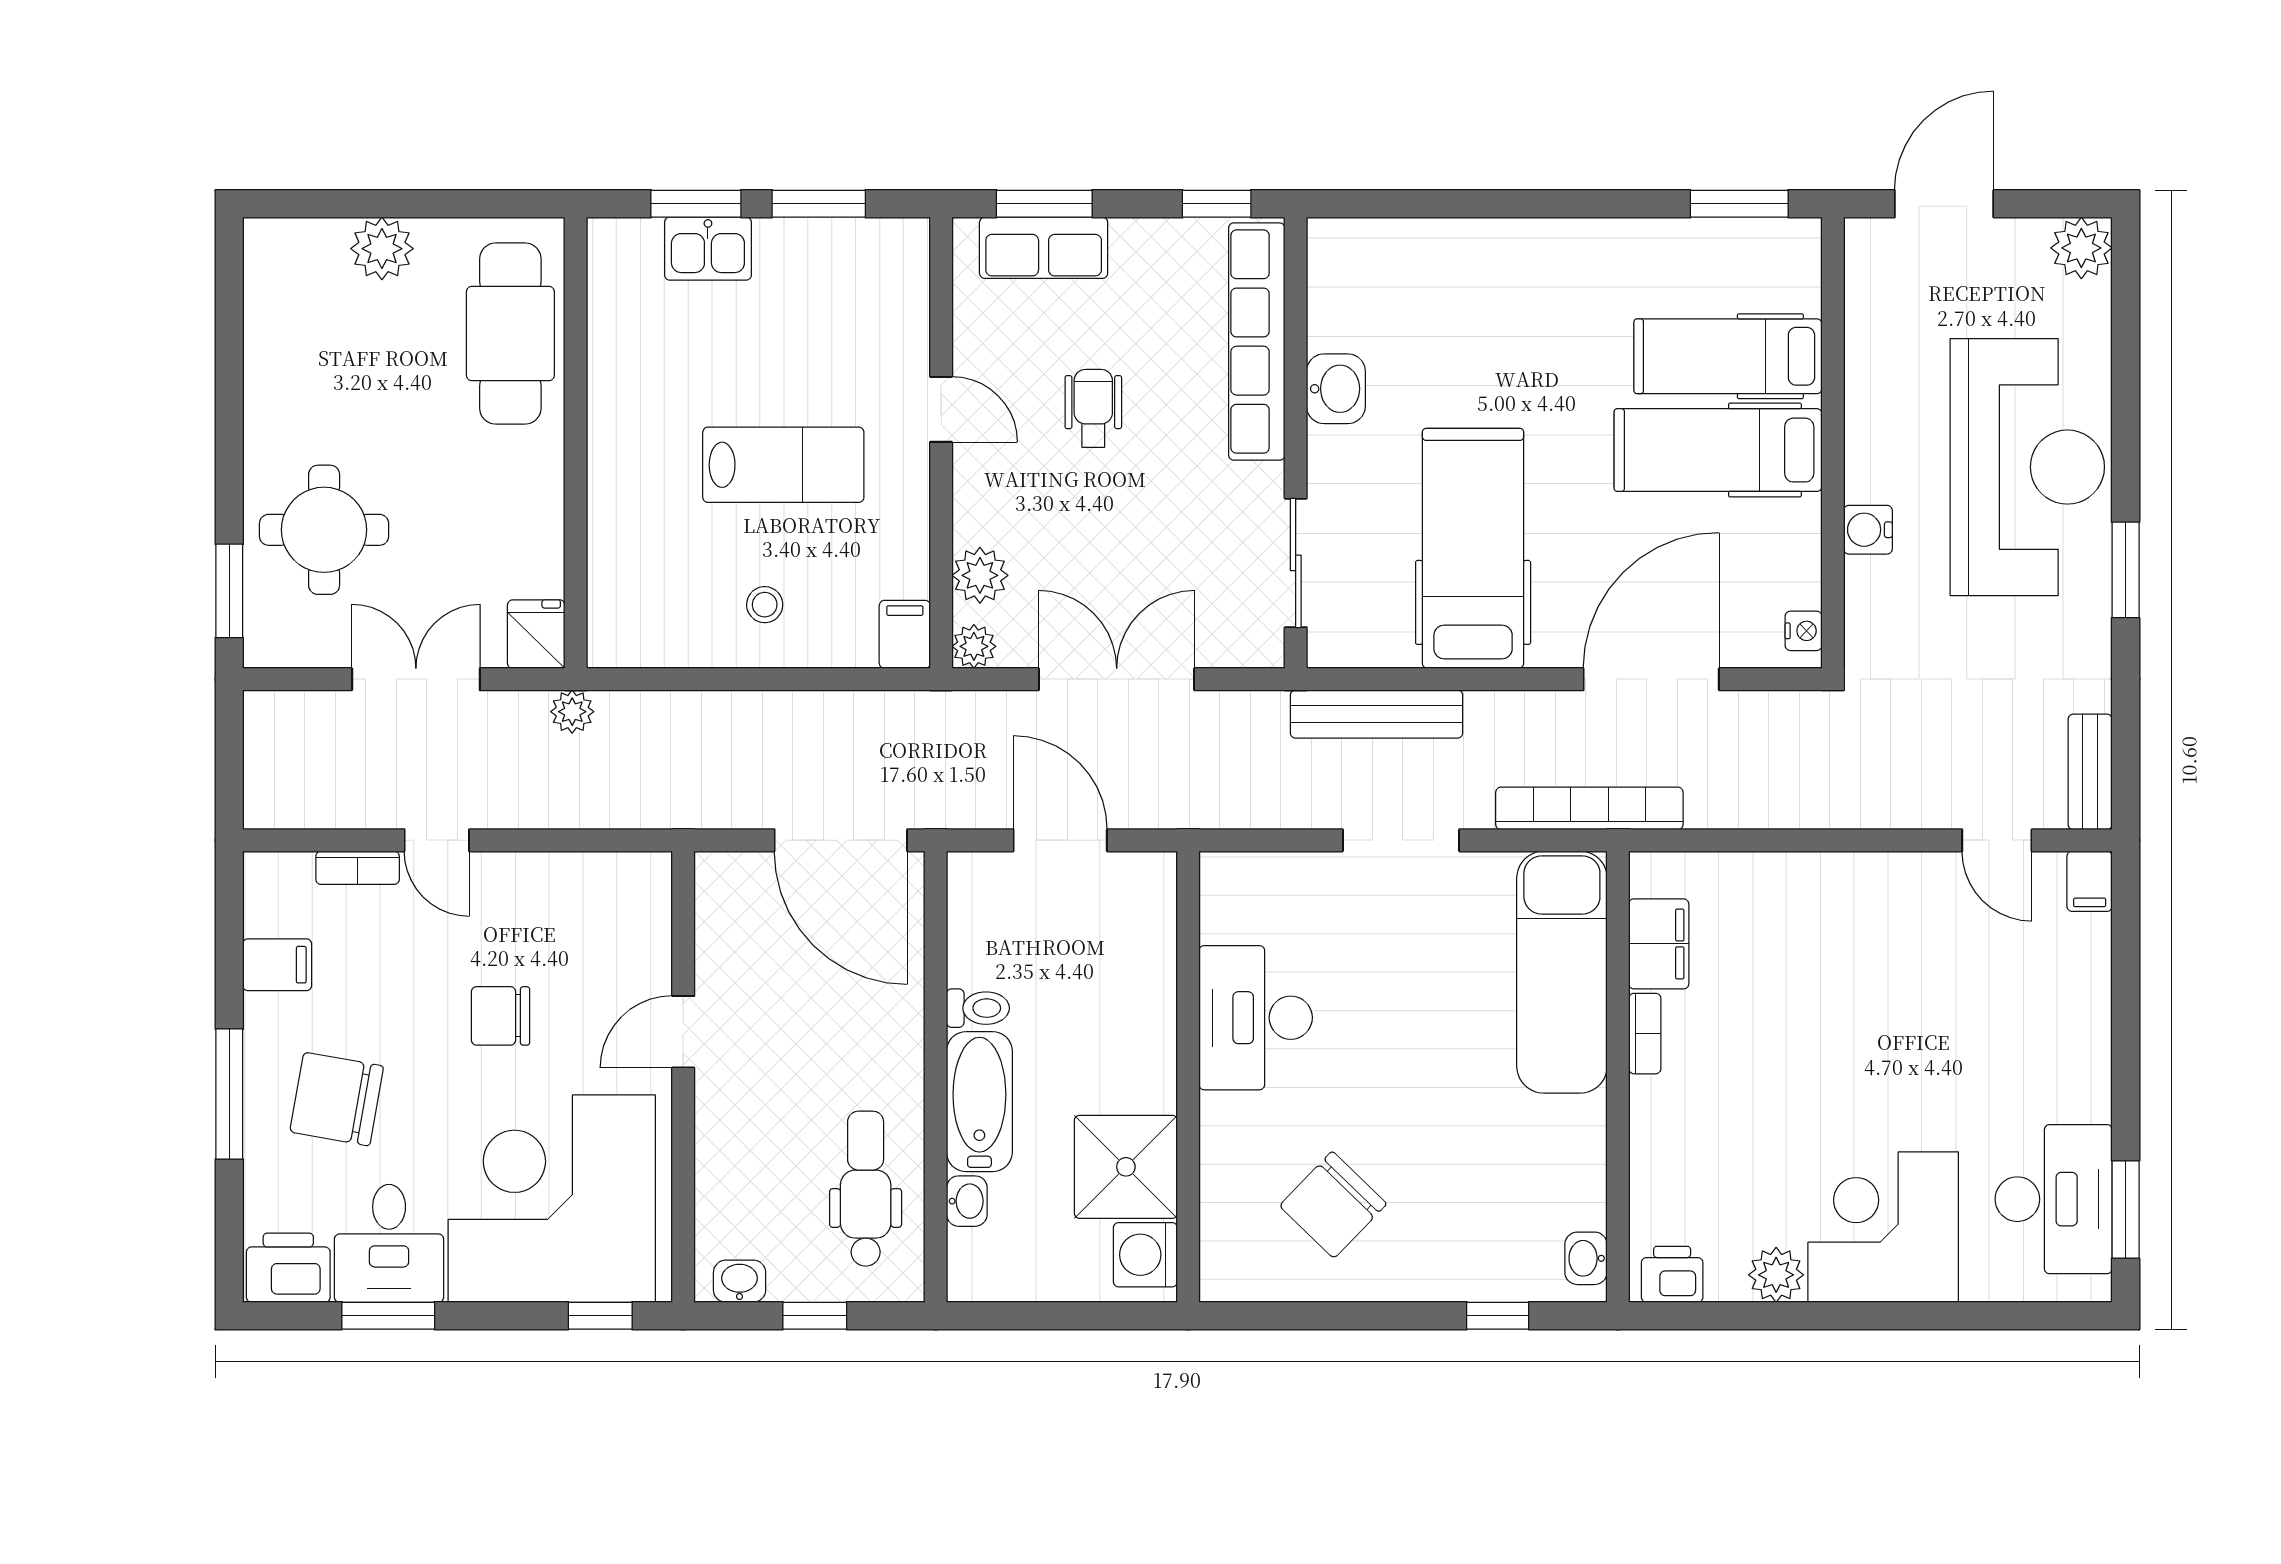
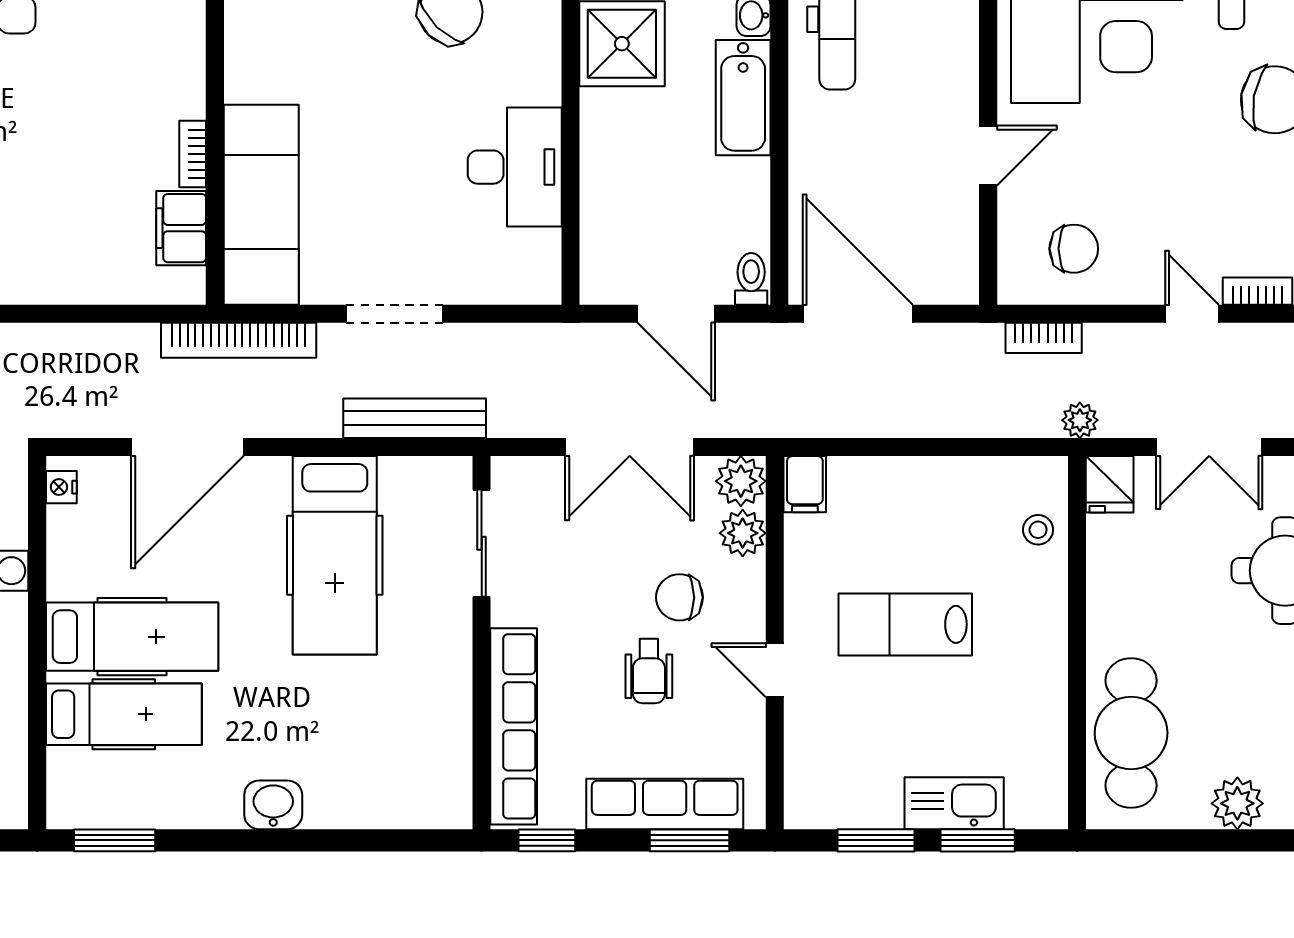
row of seats: (1044, 248) -> (665, 804), width x1.48
kitchen sink: (708, 249) -> (954, 803), width x1.38
washbasin: (1336, 389) -> (273, 805), moved, turned 90
chair: (1056, 498) -> (679, 597), added
stool: (765, 605) -> (1038, 530), moved
plant: (974, 646) -> (741, 481), width x1.38, depth x1.38
bookcase: (616, 811) -> (1044, 338), added
toilet: (978, 1008) -> (751, 279), moved, turned 90
chair: (500, 1016) -> (1074, 249), moved

